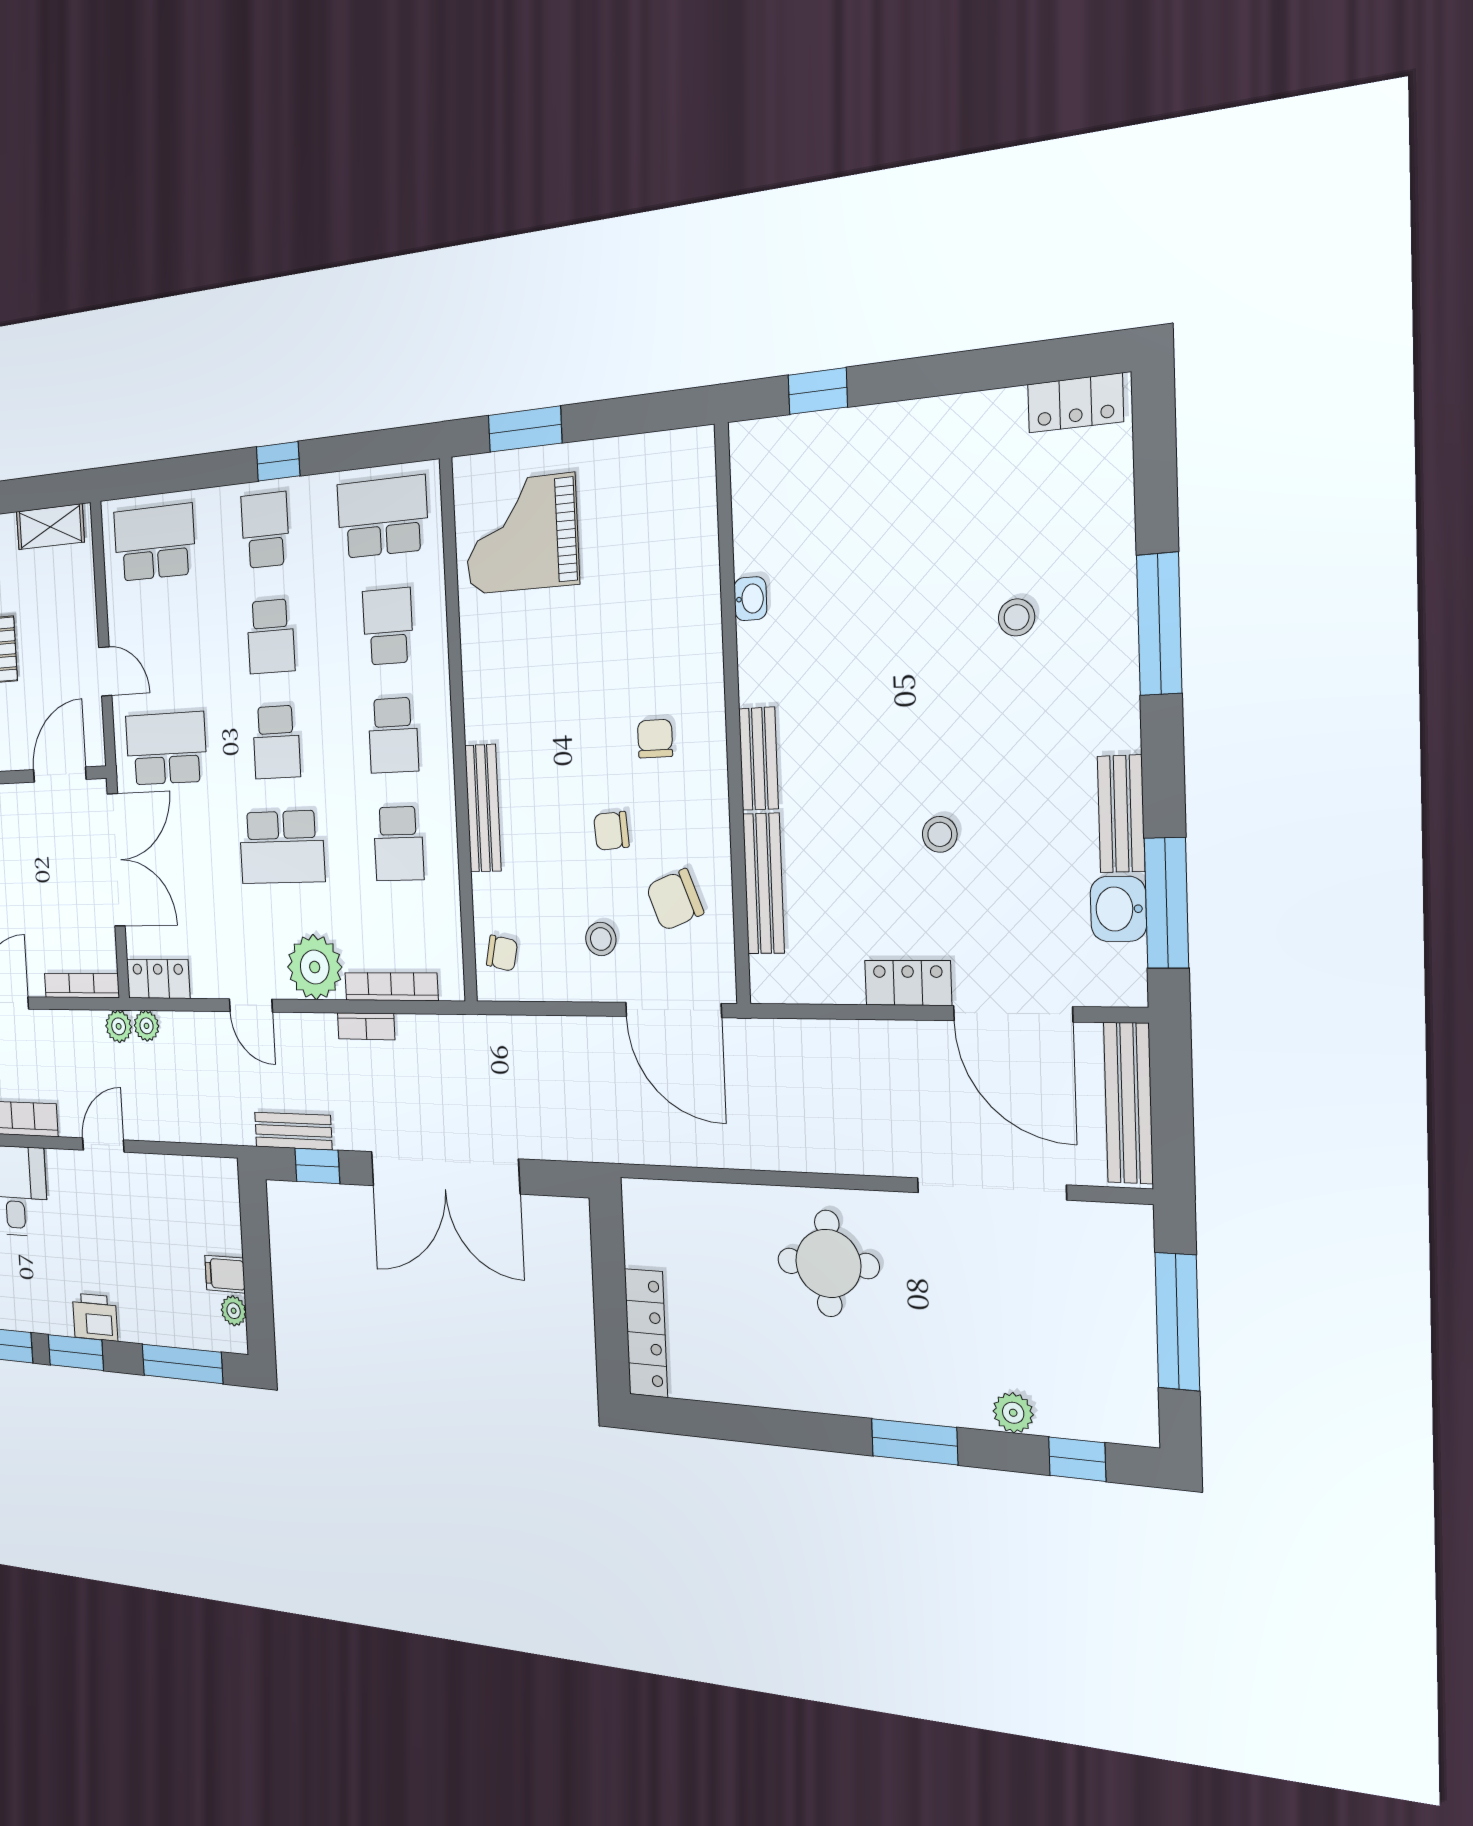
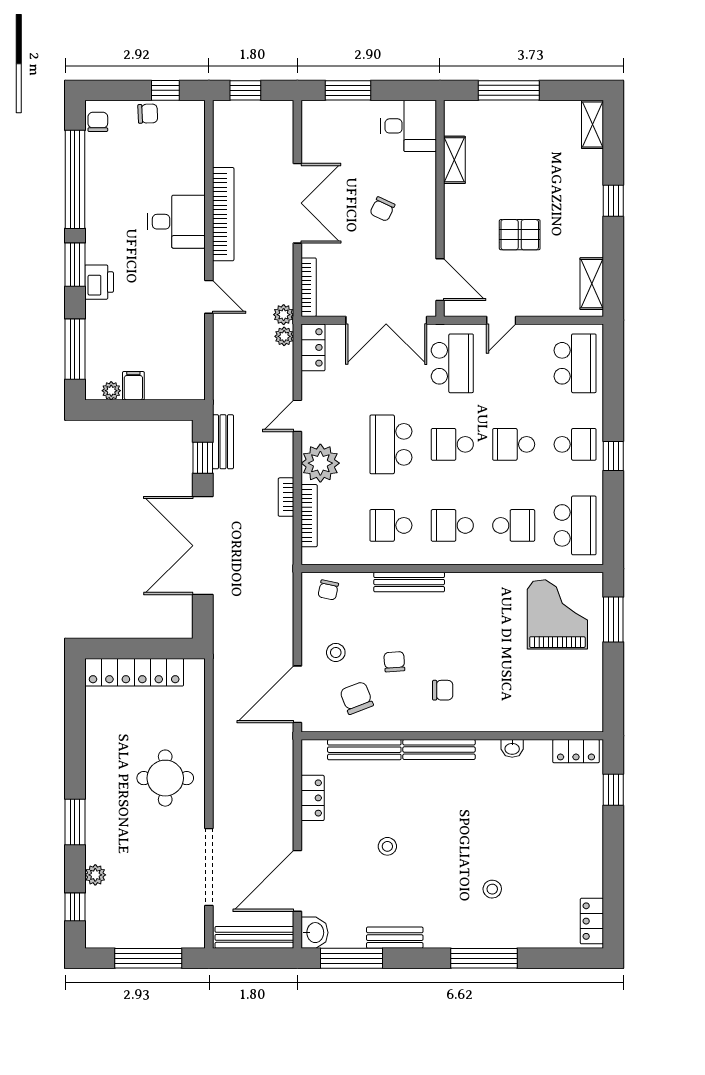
locker: (751, 474) -> (576, 751), added
bench: (759, 759) -> (439, 749), width x1.36
washbasin: (1118, 909) -> (314, 933), moved, turned 90
locker: (908, 983) -> (313, 798), moved
locker: (646, 1333) -> (134, 672), width x1.41, depth x1.21

